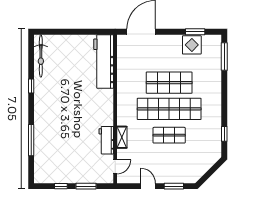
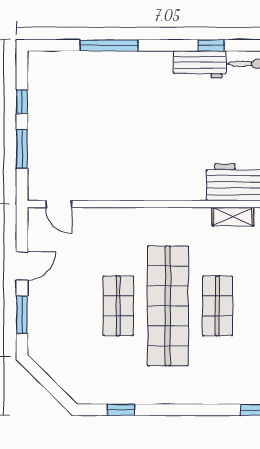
shop shelf: (169, 83) -> (217, 306), width x0.70, depth x0.74
shelving: (122, 137) -> (233, 217), moved
workbench: (106, 140) -> (200, 64), moved, turned 180

